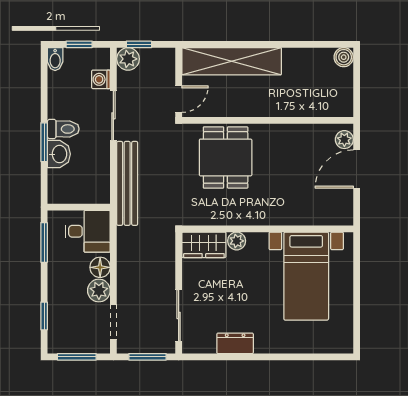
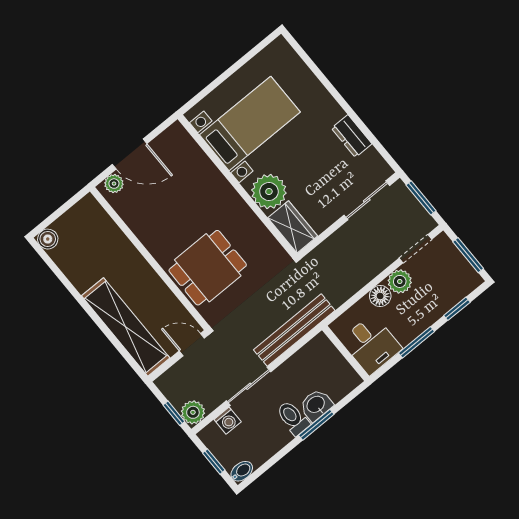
desk: (88, 231) -> (371, 344), moved, turned 180
plant: (237, 241) -> (269, 192), width x1.87, depth x1.87
window: (44, 242) -> (417, 342), moved

